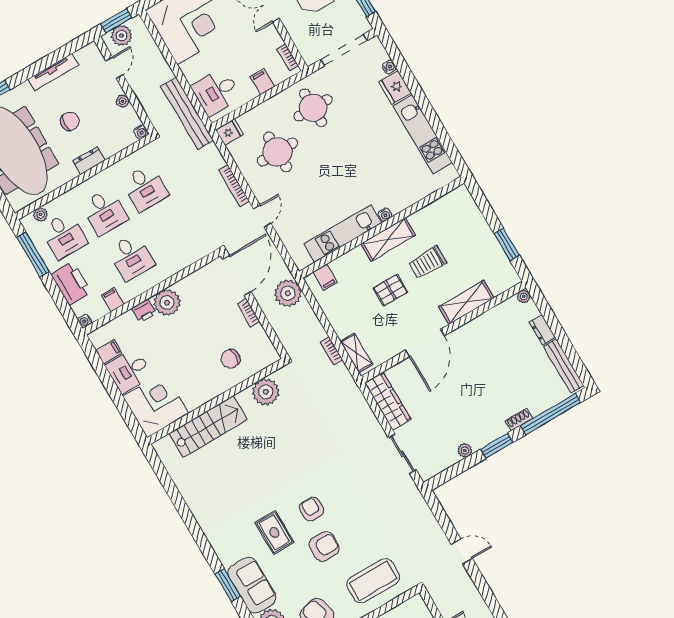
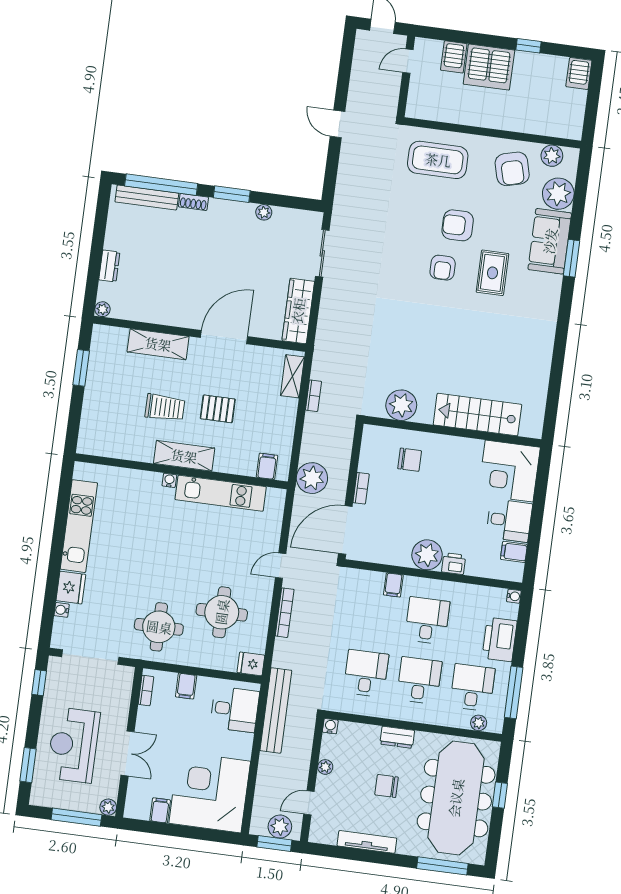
filing cabinet: (113, 300) -> (393, 585), moved
bench: (564, 366) -> (147, 198), moved, turned 90

